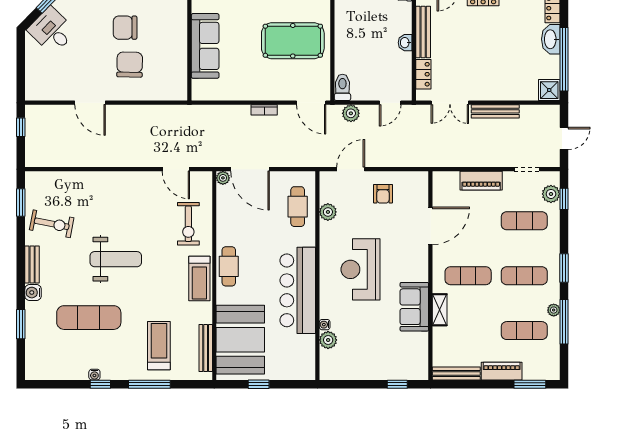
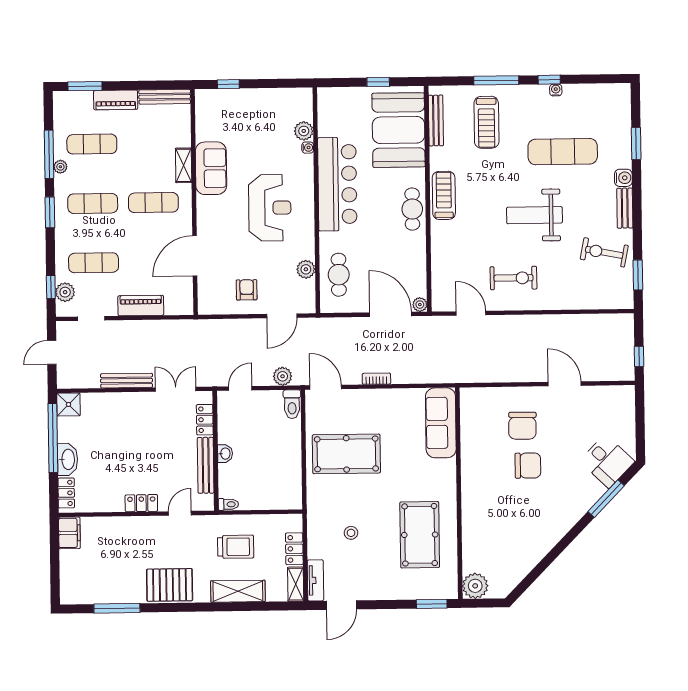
sofa: (205, 46) -> (441, 423), moved
exercise bike: (188, 224) -> (514, 278), moved, turned 90

